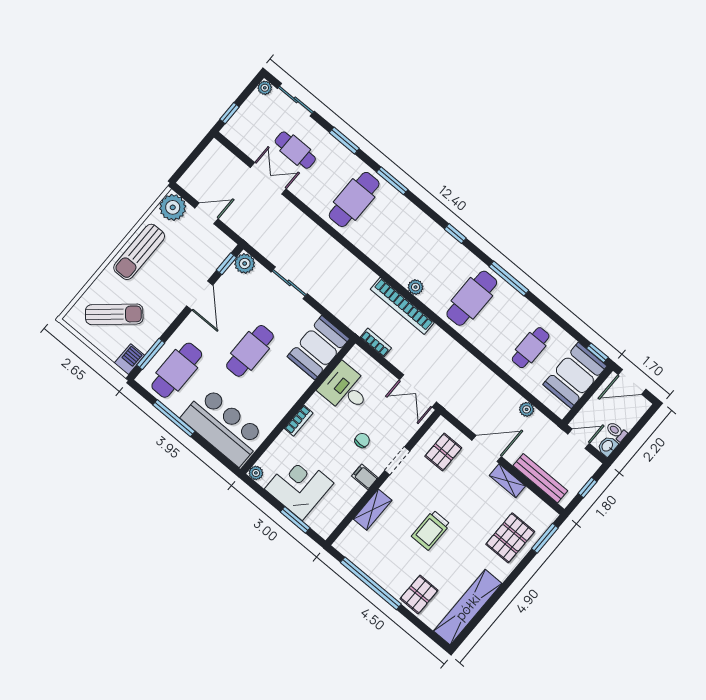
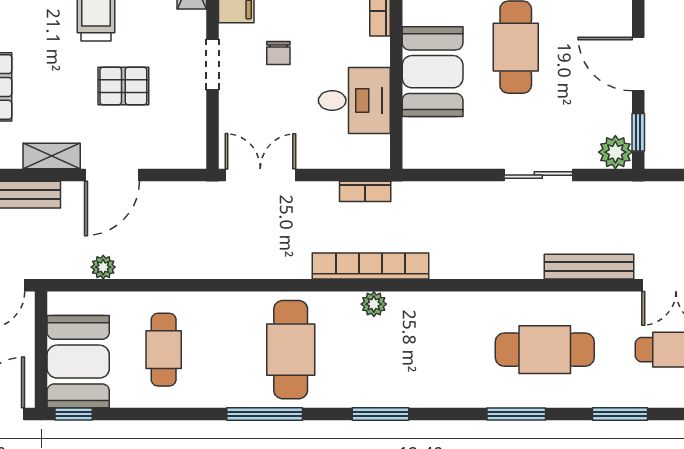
cafe table: (354, 199) -> (545, 350), turned 90
bench: (301, 221) -> (589, 267), added
window: (455, 234) -> (380, 414), width x1.50
booth: (318, 348) -> (433, 72), moved
pallet: (443, 452) -> (123, 86), moved, turned 90

